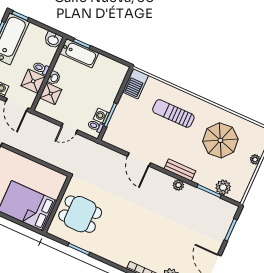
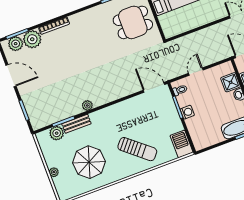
sun lounger: (173, 113) -> (137, 149), turned 40
washing machine: (101, 116) -> (187, 112), moved
door: (139, 160) -> (154, 87), moved
bench: (180, 170) -> (76, 124), moved

